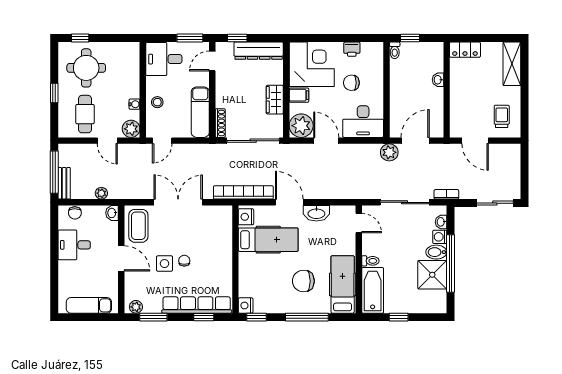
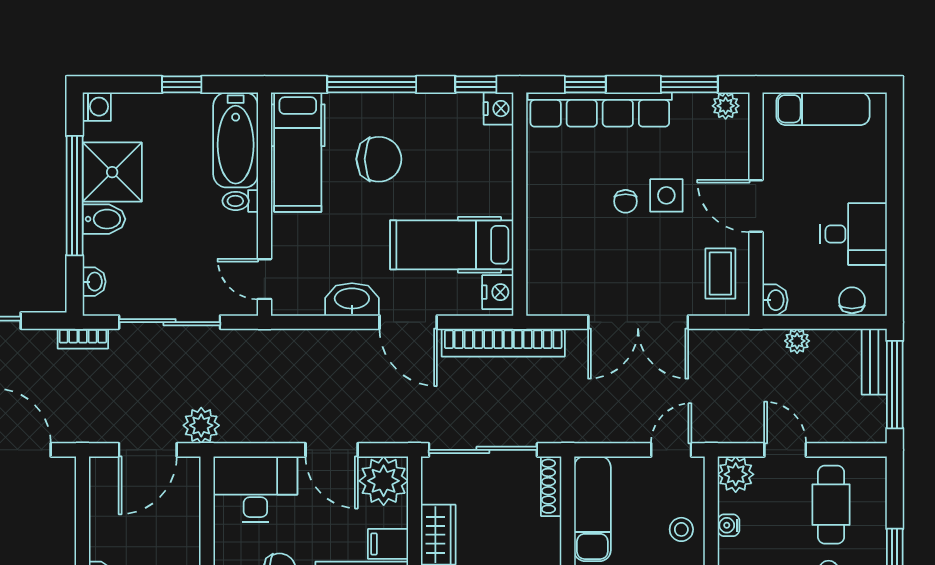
coffee table: (138, 226) -> (720, 273), width x0.73, depth x0.77
washing machine: (440, 237) -> (97, 107), moved

